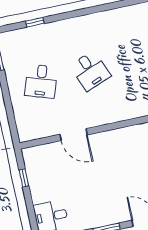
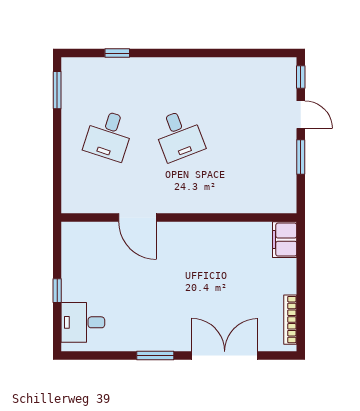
window: (24, 178) -> (57, 291), moved

